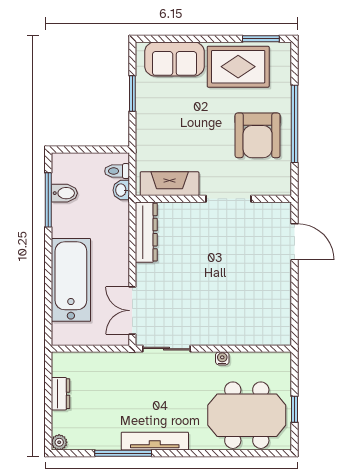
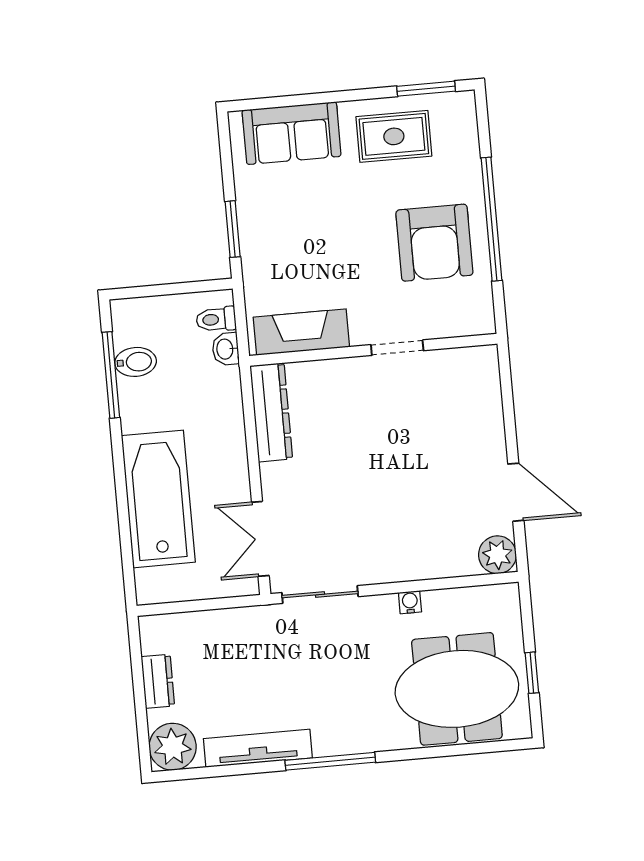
rug: (238, 67) -> (394, 136), width x0.73, depth x0.70
window: (132, 94) -> (233, 229), moved
doorway: (228, 199) -> (397, 348), width x0.73
door: (294, 242) -> (516, 492), moved
plant: (280, 334) -> (497, 555), added
tv unit: (155, 441) -> (258, 748), moved
plant: (59, 442) -> (173, 747), width x1.88, depth x1.88
window: (123, 453) -> (330, 761), moved

